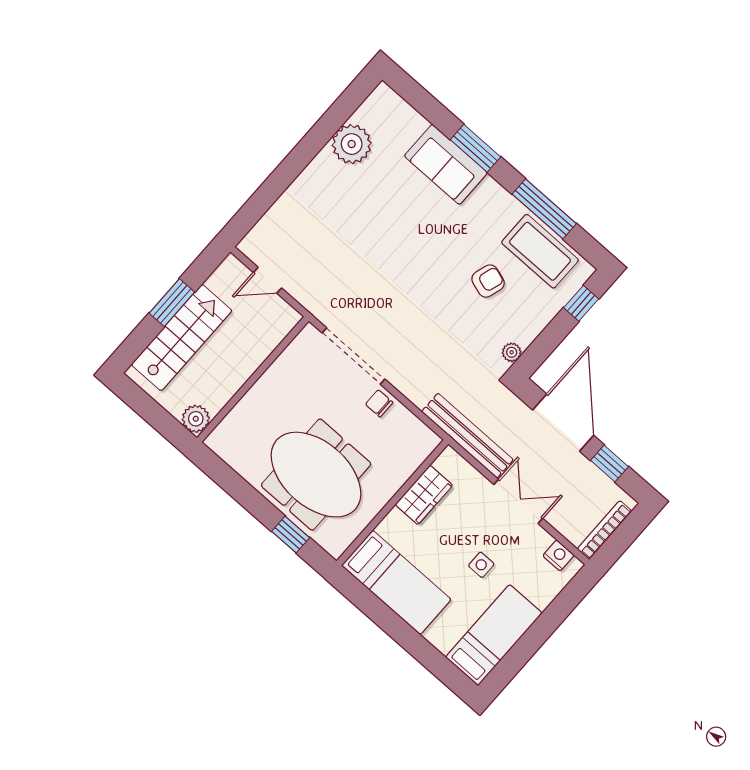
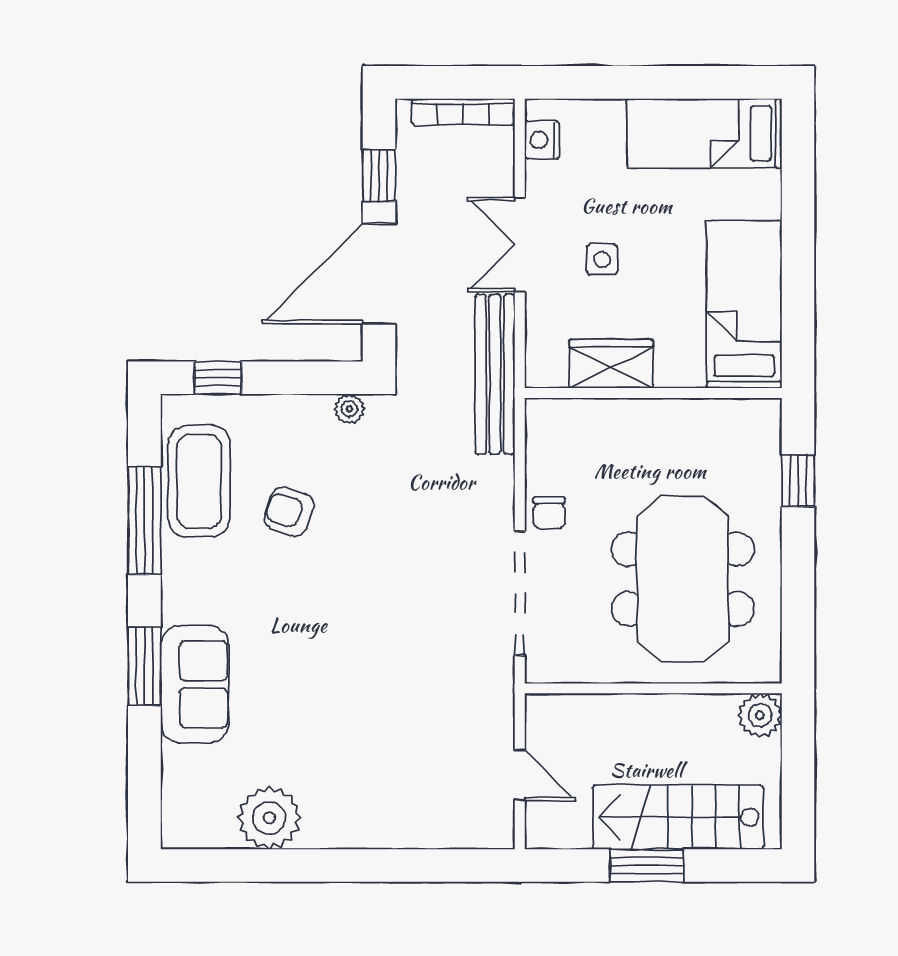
meeting table: (316, 475) -> (683, 579), moved
side table: (481, 565) -> (602, 259), moved

